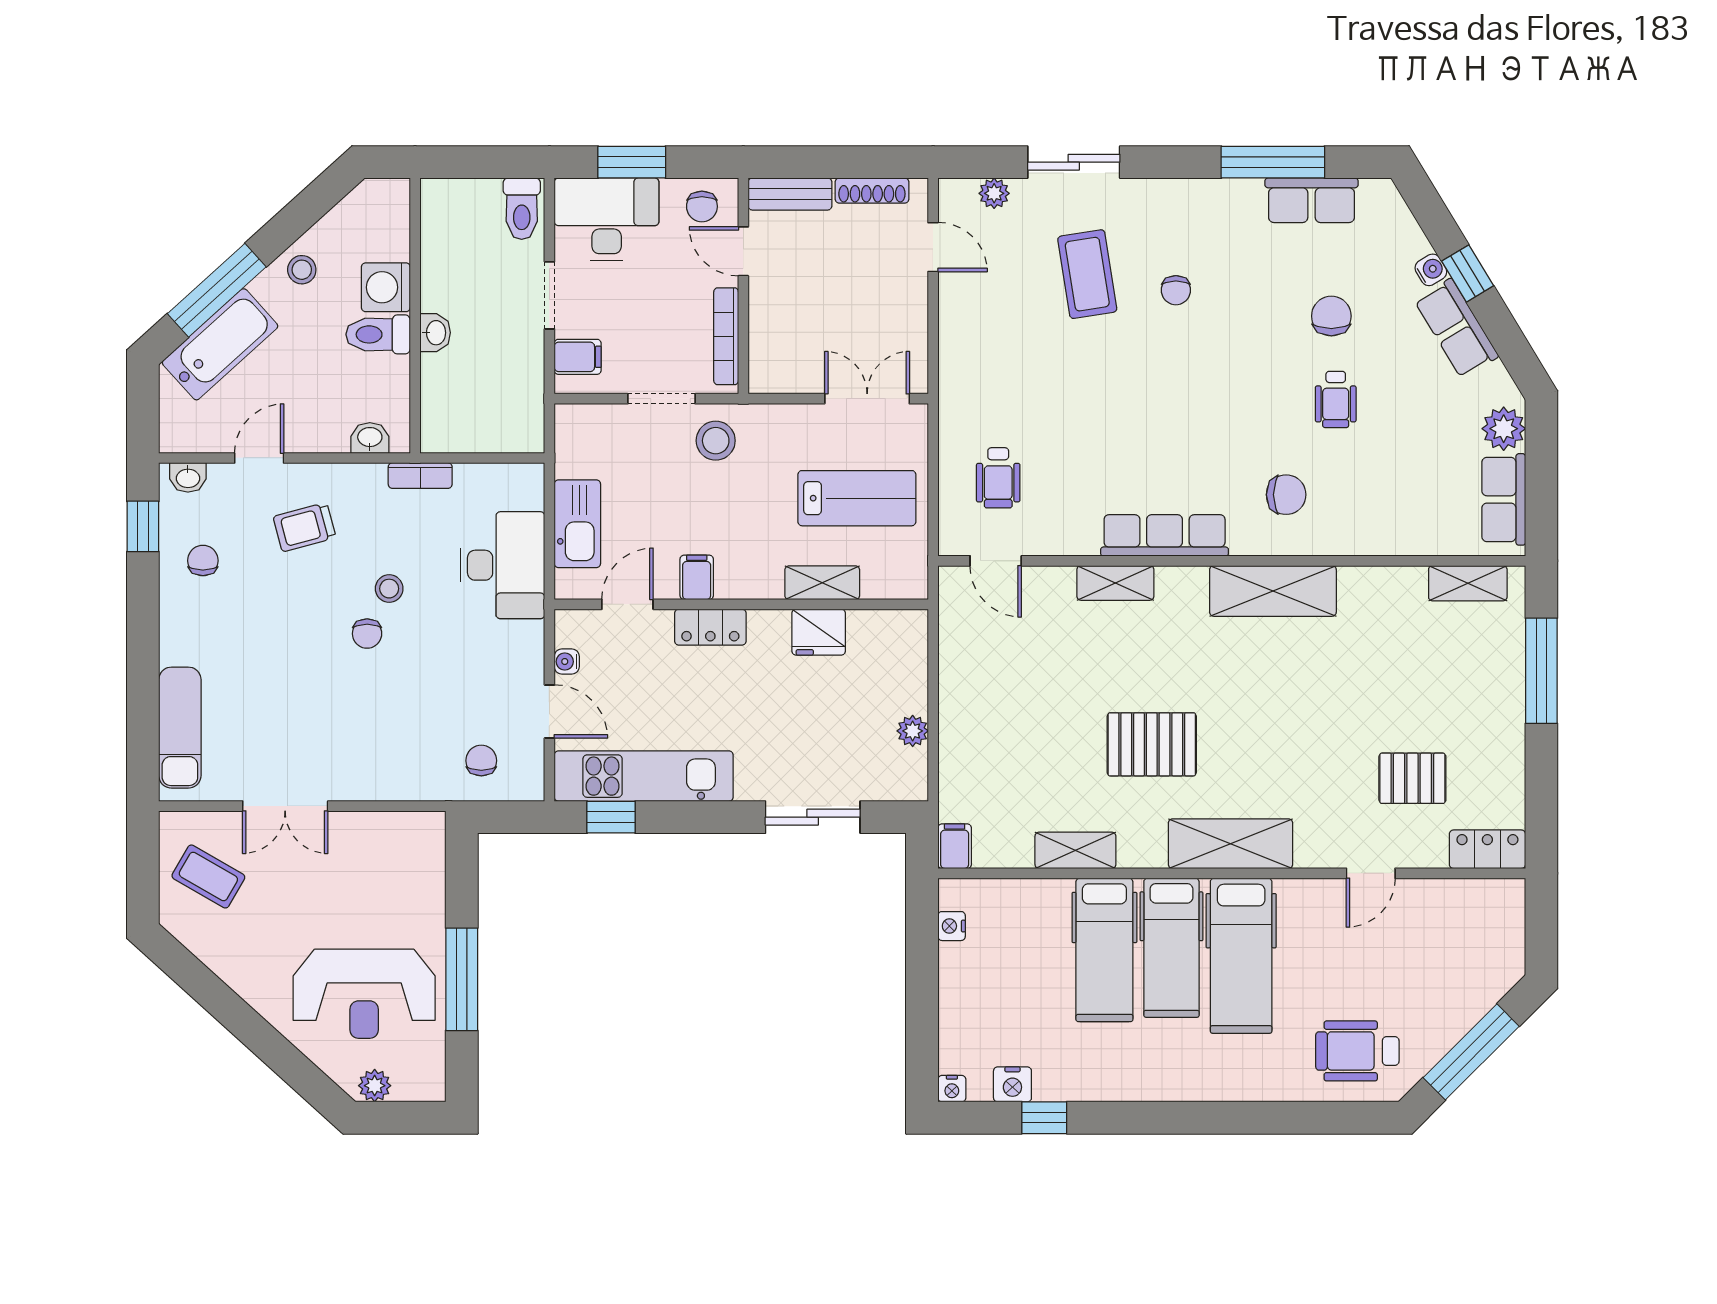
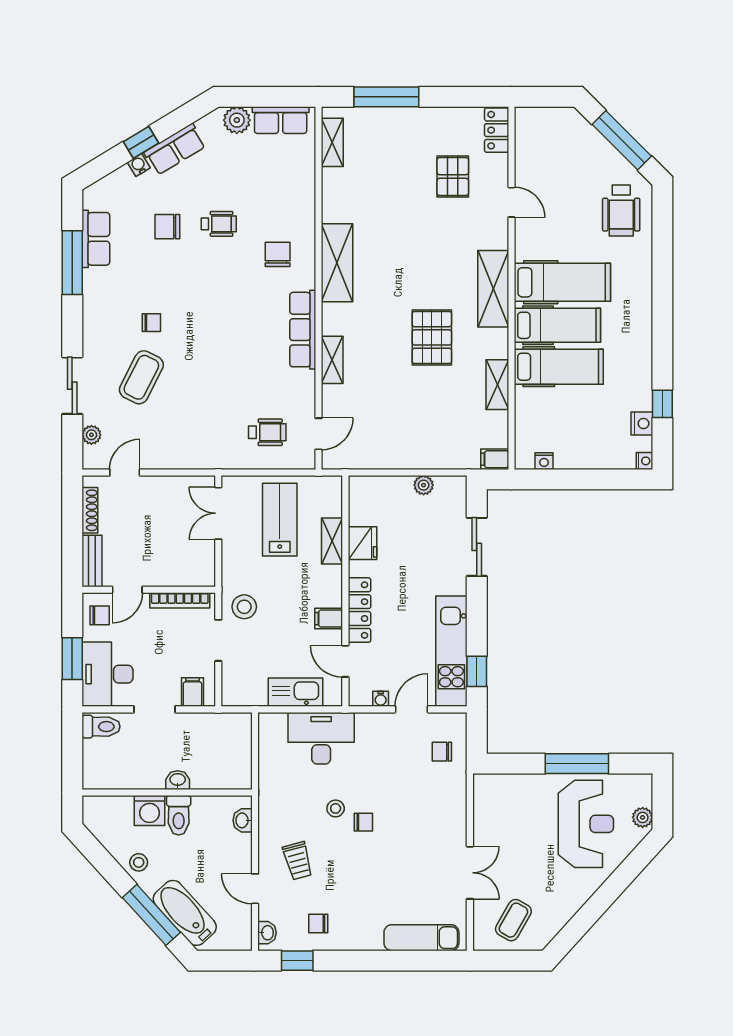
coffee table: (1087, 274) -> (141, 377), turned -54
bookcase: (420, 476) -> (266, 789), removed
locker: (710, 627) -> (359, 610), width x1.53

